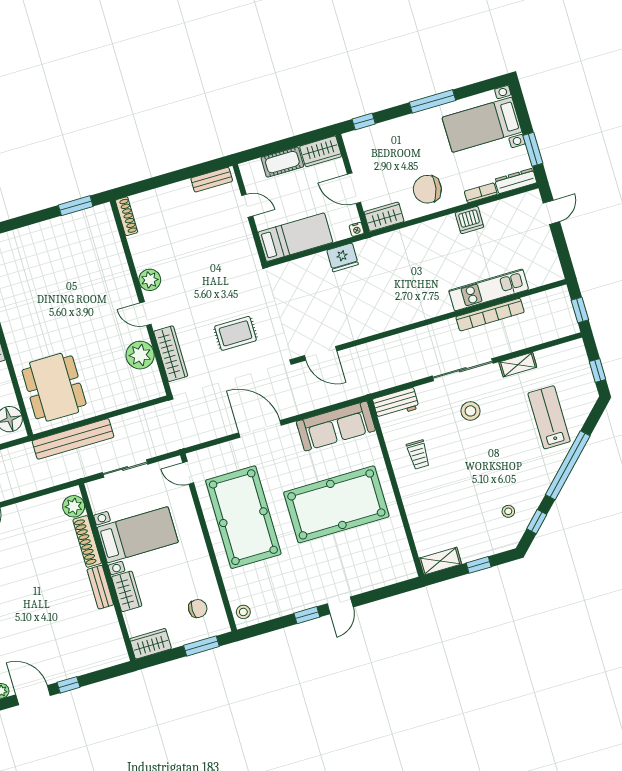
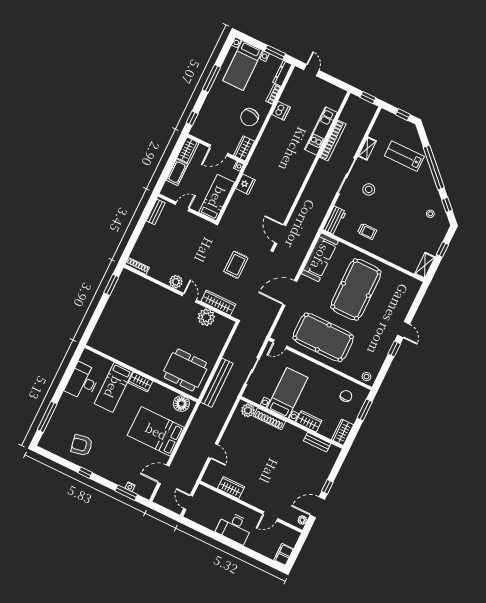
door: (145, 314) -> (189, 298), swing flipped
door: (321, 353) -> (280, 234), swing flipped
bench: (100, 587) -> (317, 442), moved

